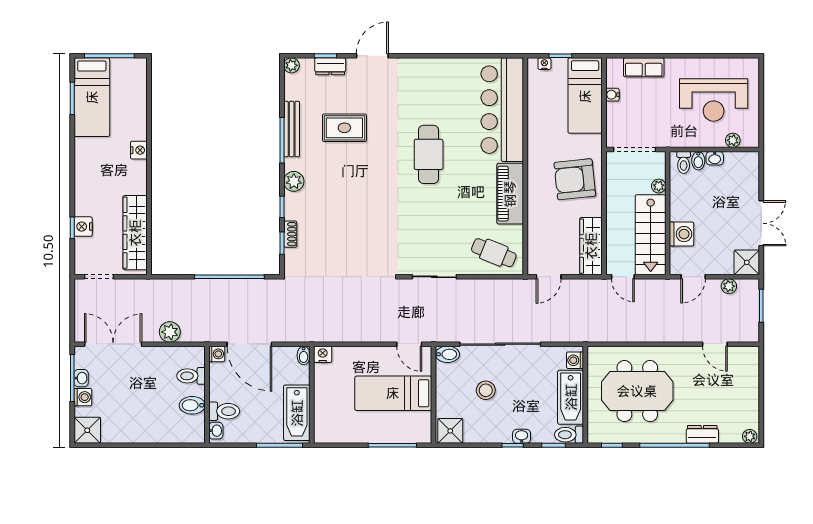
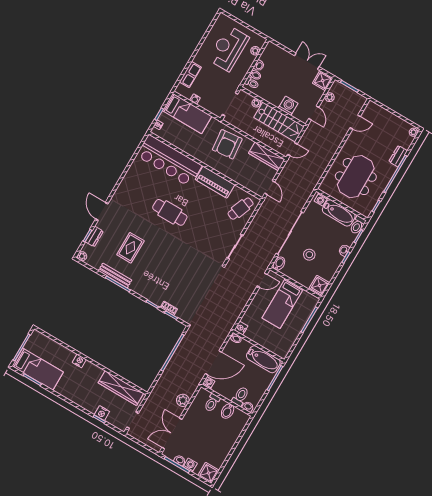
reception desk: (714, 100) -> (228, 48), turned 180
plant: (294, 181) -> (143, 290), removed

